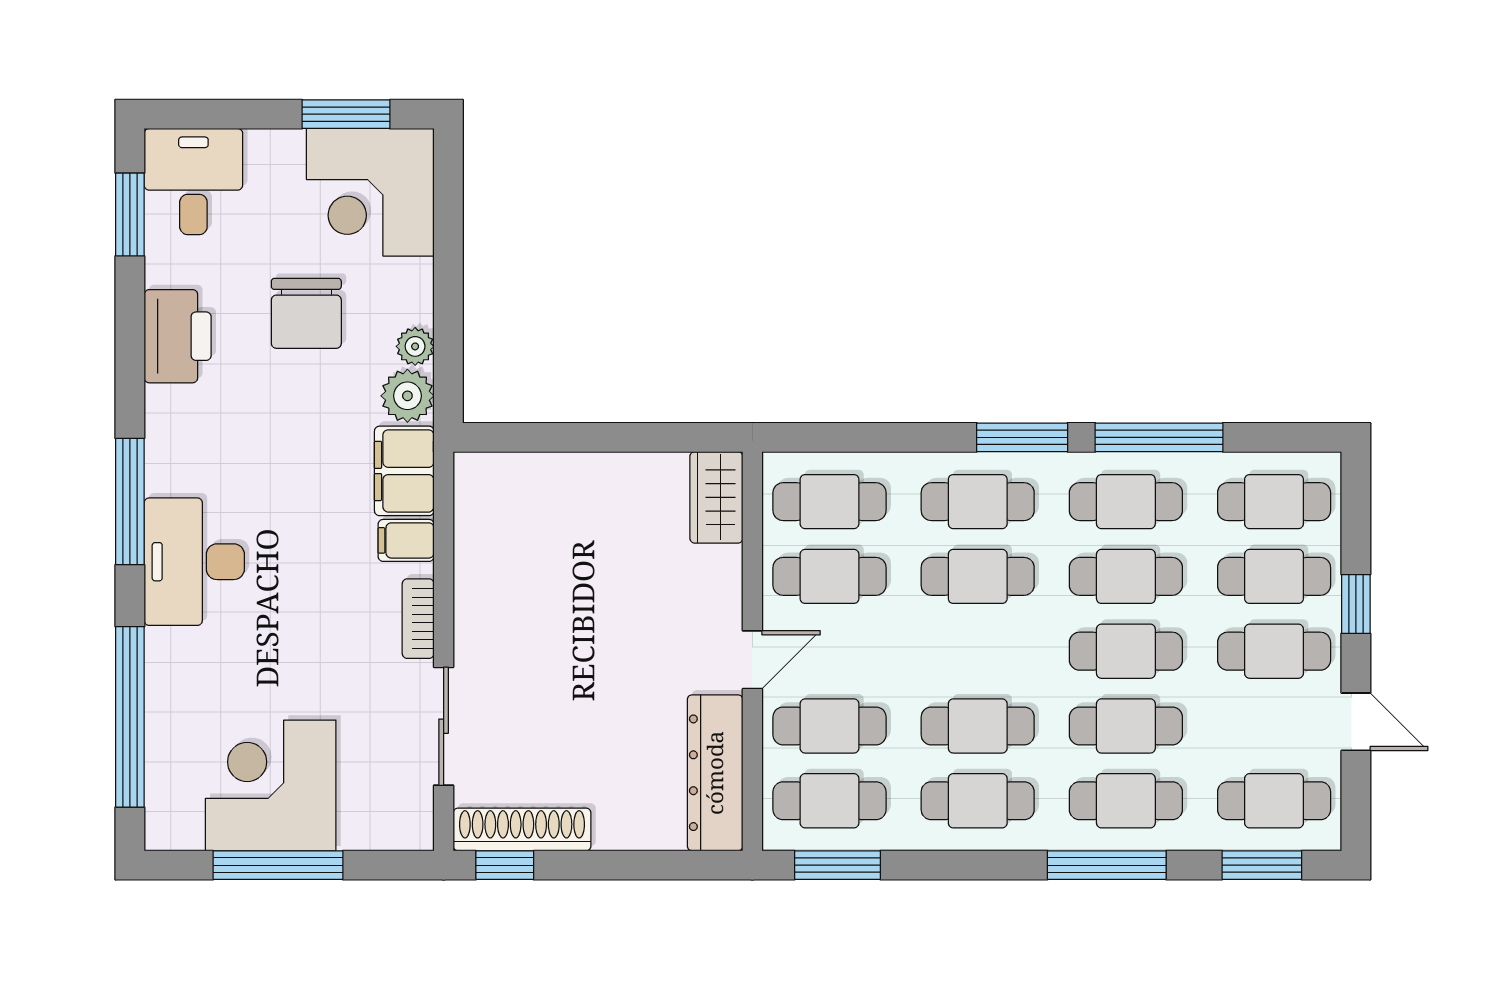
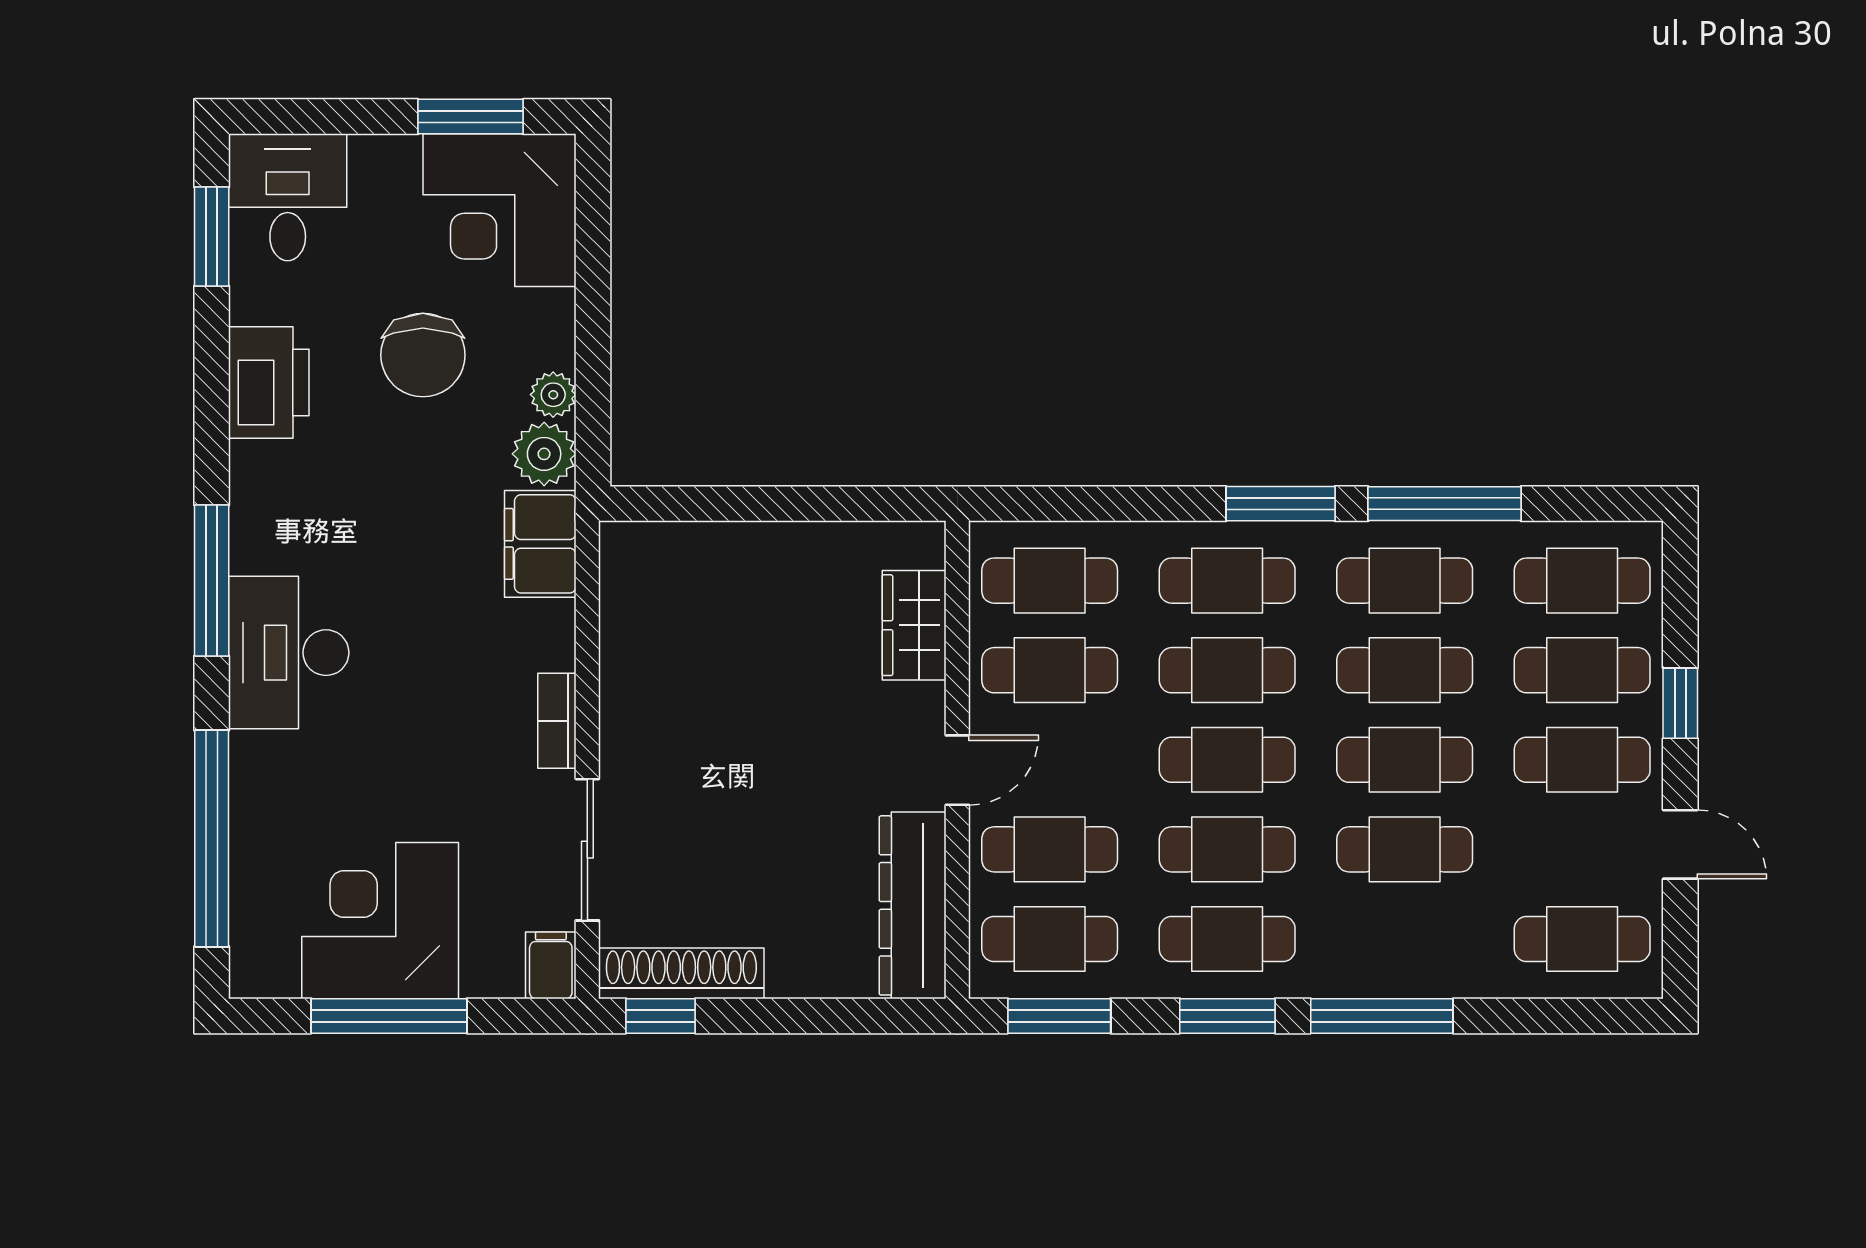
wardrobe: (716, 497) -> (914, 625), moved
filing cabinet: (406, 540) -> (551, 965), moved, turned 90
cafe table: (1126, 801) -> (1227, 760), moved
window: (1262, 865) -> (1227, 1016), moved

